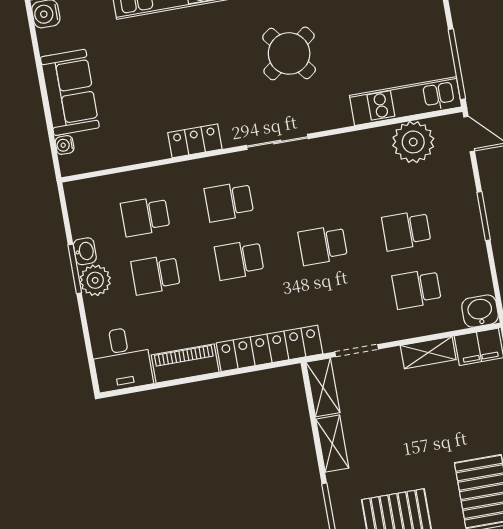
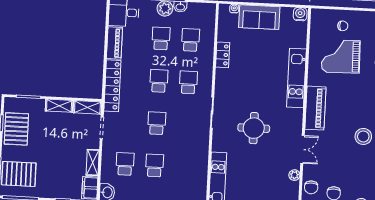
round table: (289, 53) -> (254, 128), turned 37
locker: (195, 141) -> (223, 55), moved
plant: (413, 142) -> (197, 179), removed

